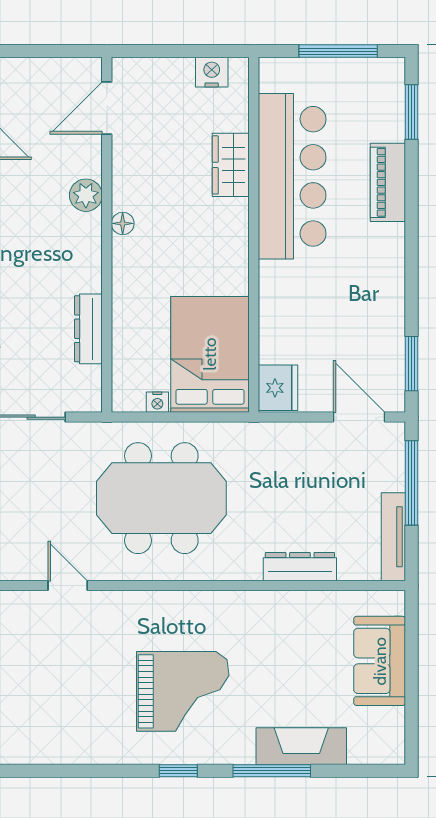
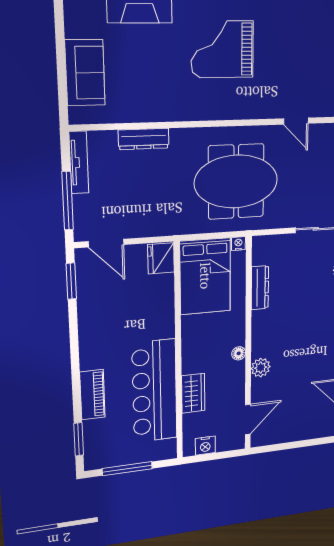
door: (107, 108) -> (248, 419), moved
plant: (86, 195) -> (261, 368), moved
floor lamp: (123, 223) -> (239, 353), moved
wall: (107, 235) -> (248, 346), moved
dresser: (88, 329) -> (260, 288), moved

